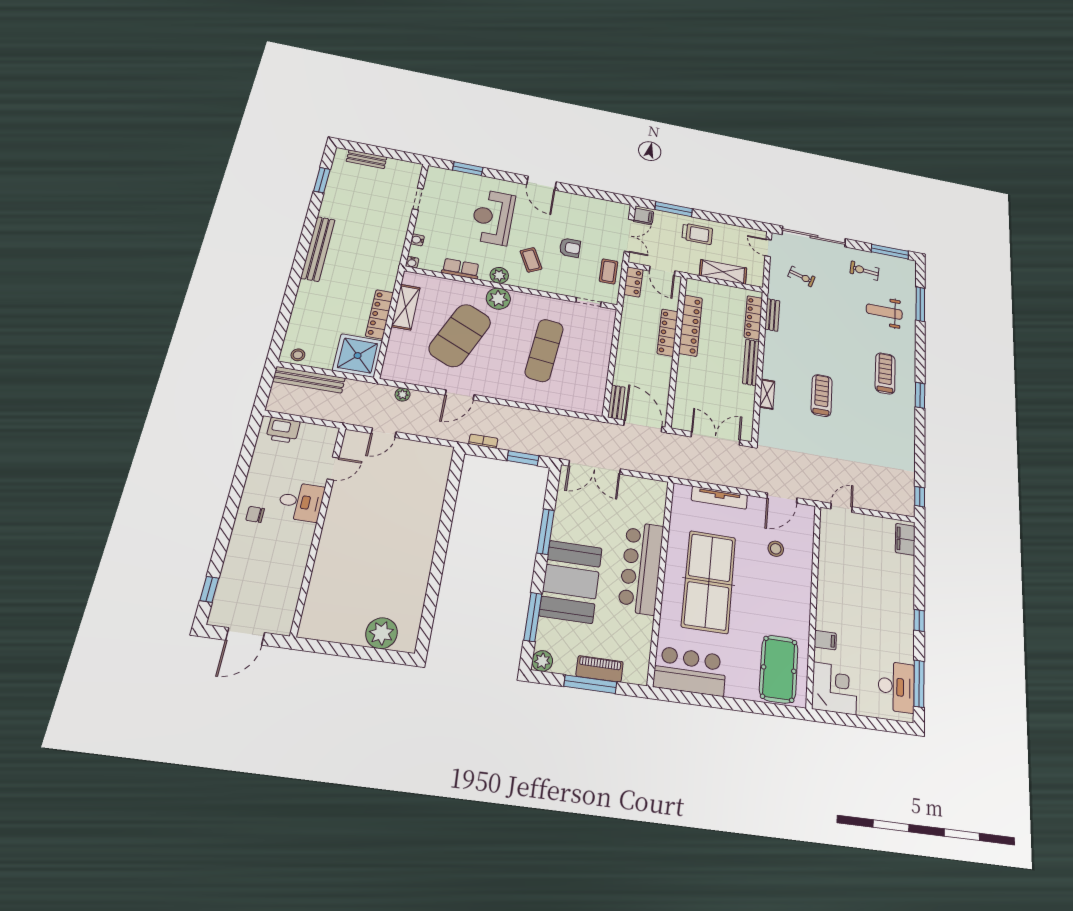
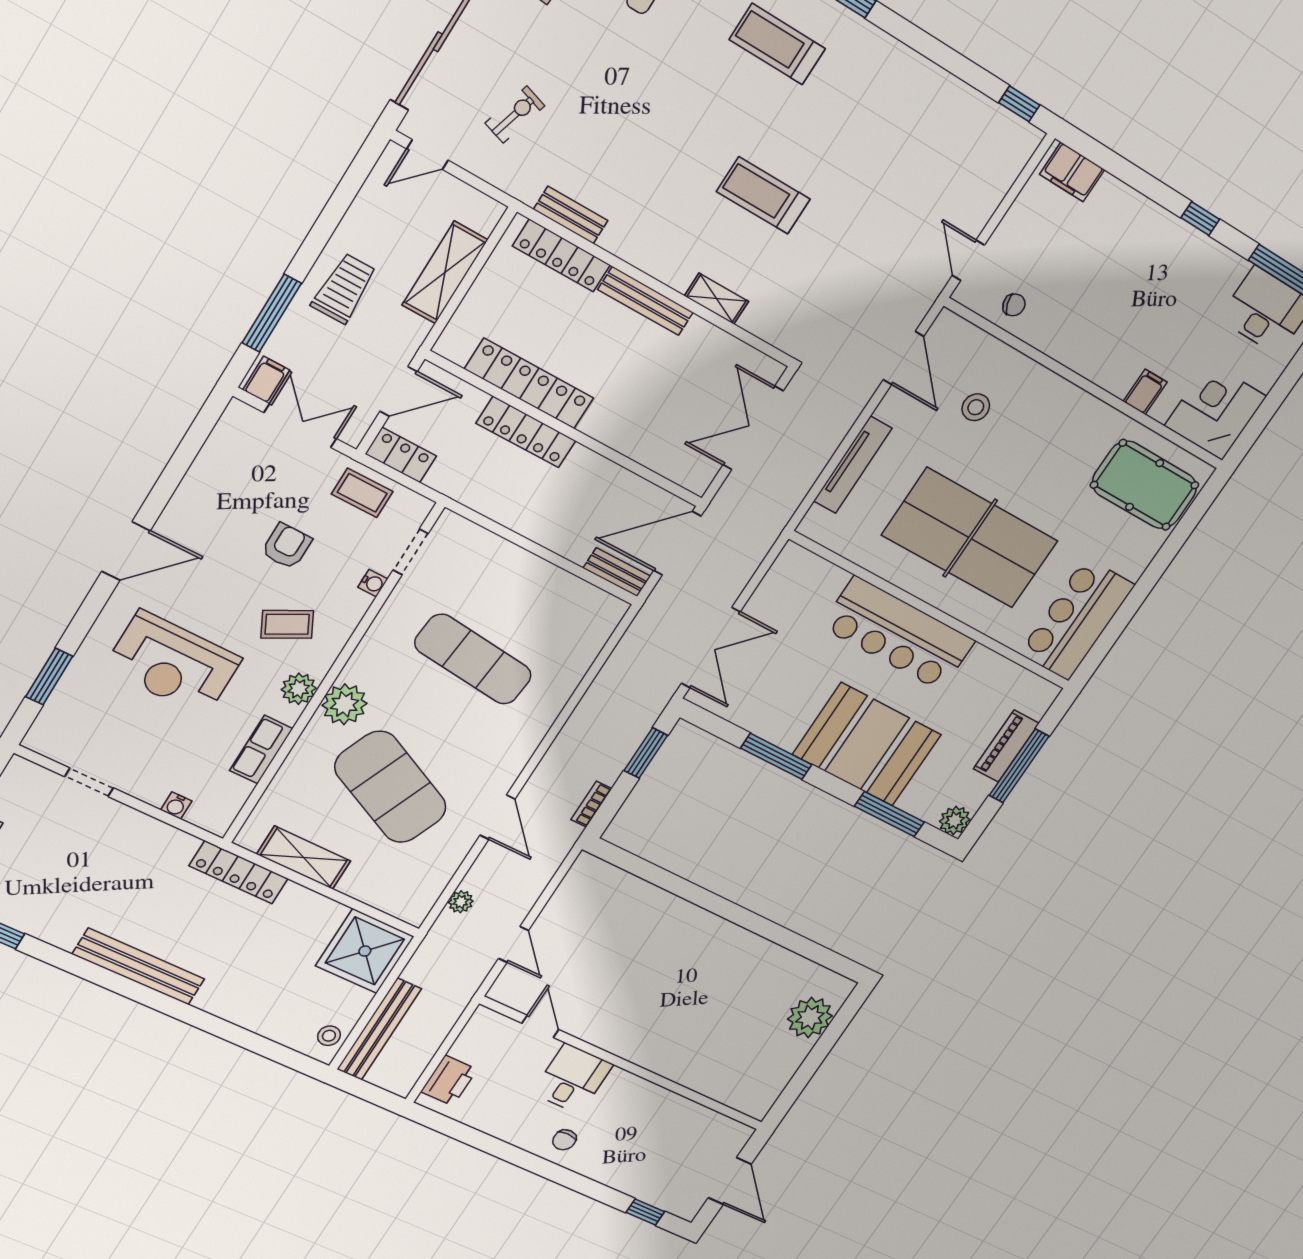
water cooler: (412, 262) -> (373, 583), moved
locker: (380, 314) -> (239, 872), moved
chair: (833, 543) -> (1014, 305), added

